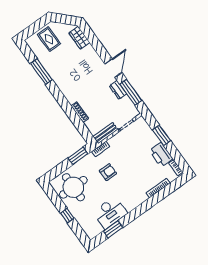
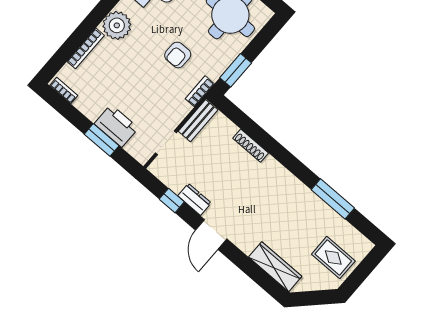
wardrobe: (79, 38) -> (275, 267), width x1.50
window: (131, 92) -> (172, 201), width x0.46
printer: (161, 155) -> (116, 126), moved
plant: (138, 197) -> (117, 25), added

